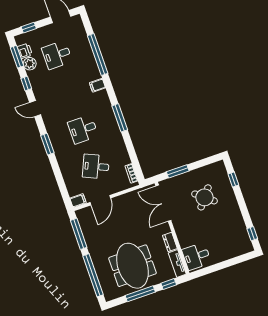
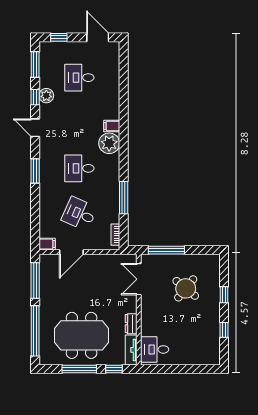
printer: (25, 51) -> (46, 61), removed
window: (98, 55) -> (124, 93), removed
plant: (30, 64) -> (46, 96), moved
plant: (100, 100) -> (109, 143), added
window: (120, 118) -> (124, 198), moved
window: (178, 171) -> (166, 250), width x1.44
window: (233, 180) -> (224, 295), moved
double door: (163, 203) -> (139, 279), width x0.73
window: (252, 234) -> (224, 330), moved
meeting table: (132, 266) -> (82, 335), turned 90

